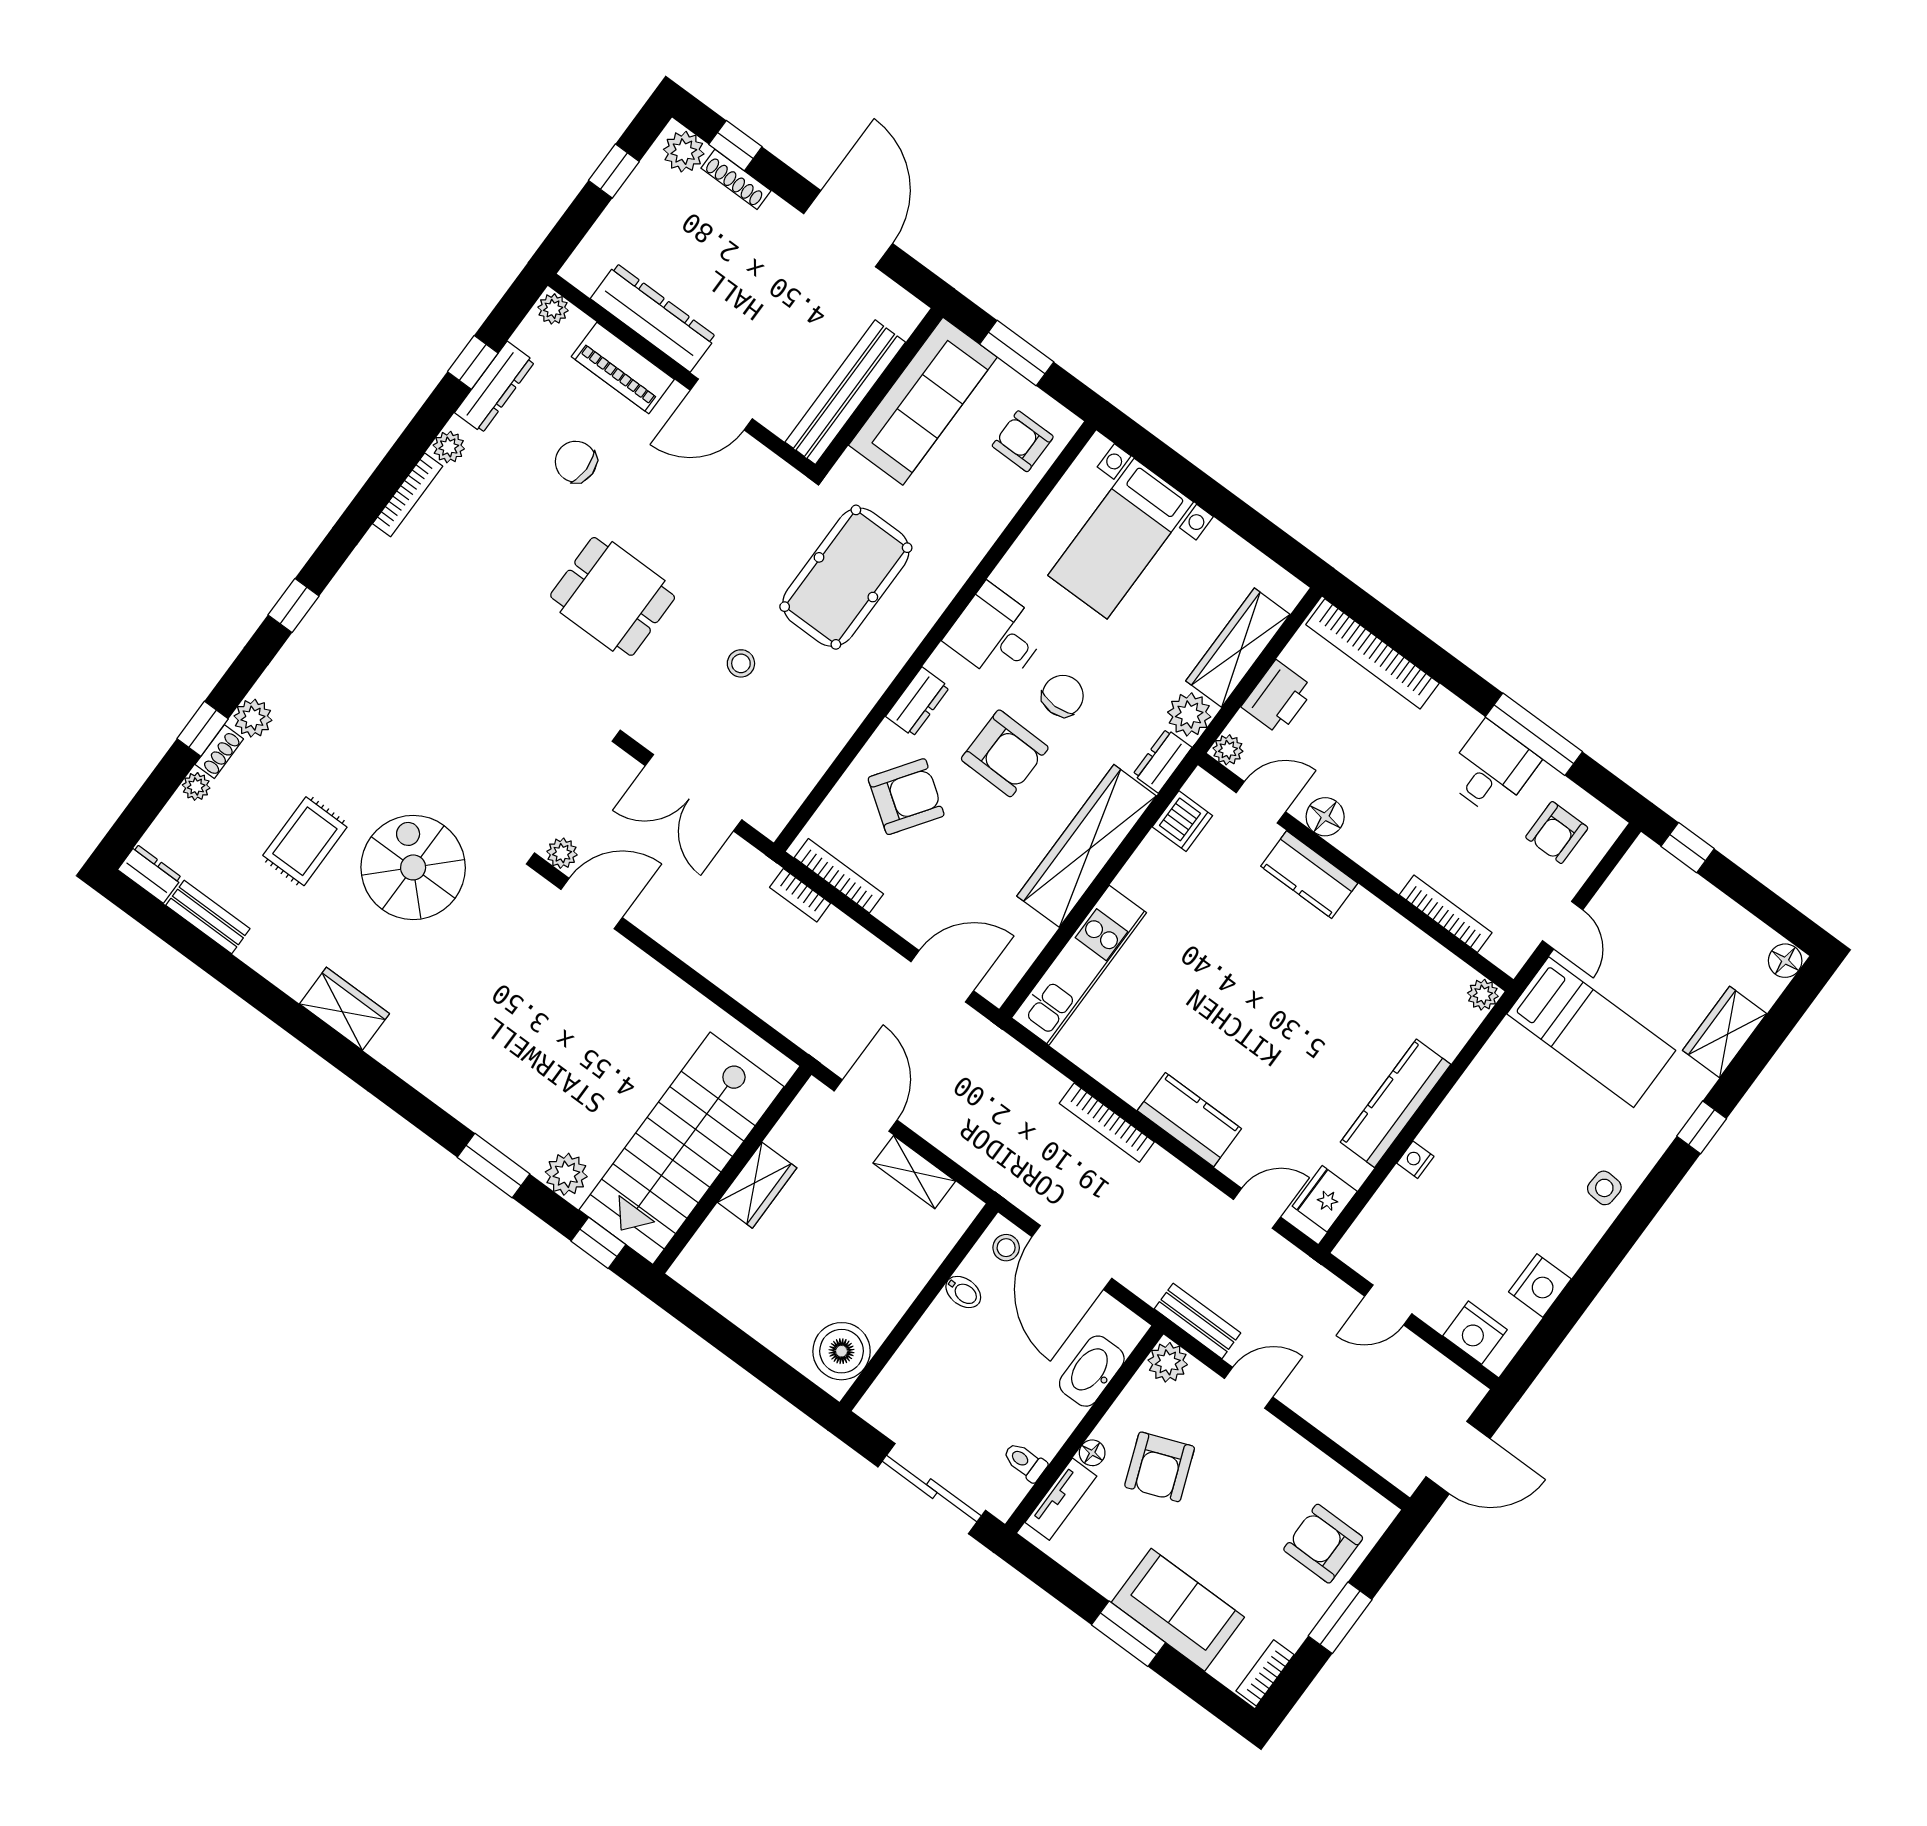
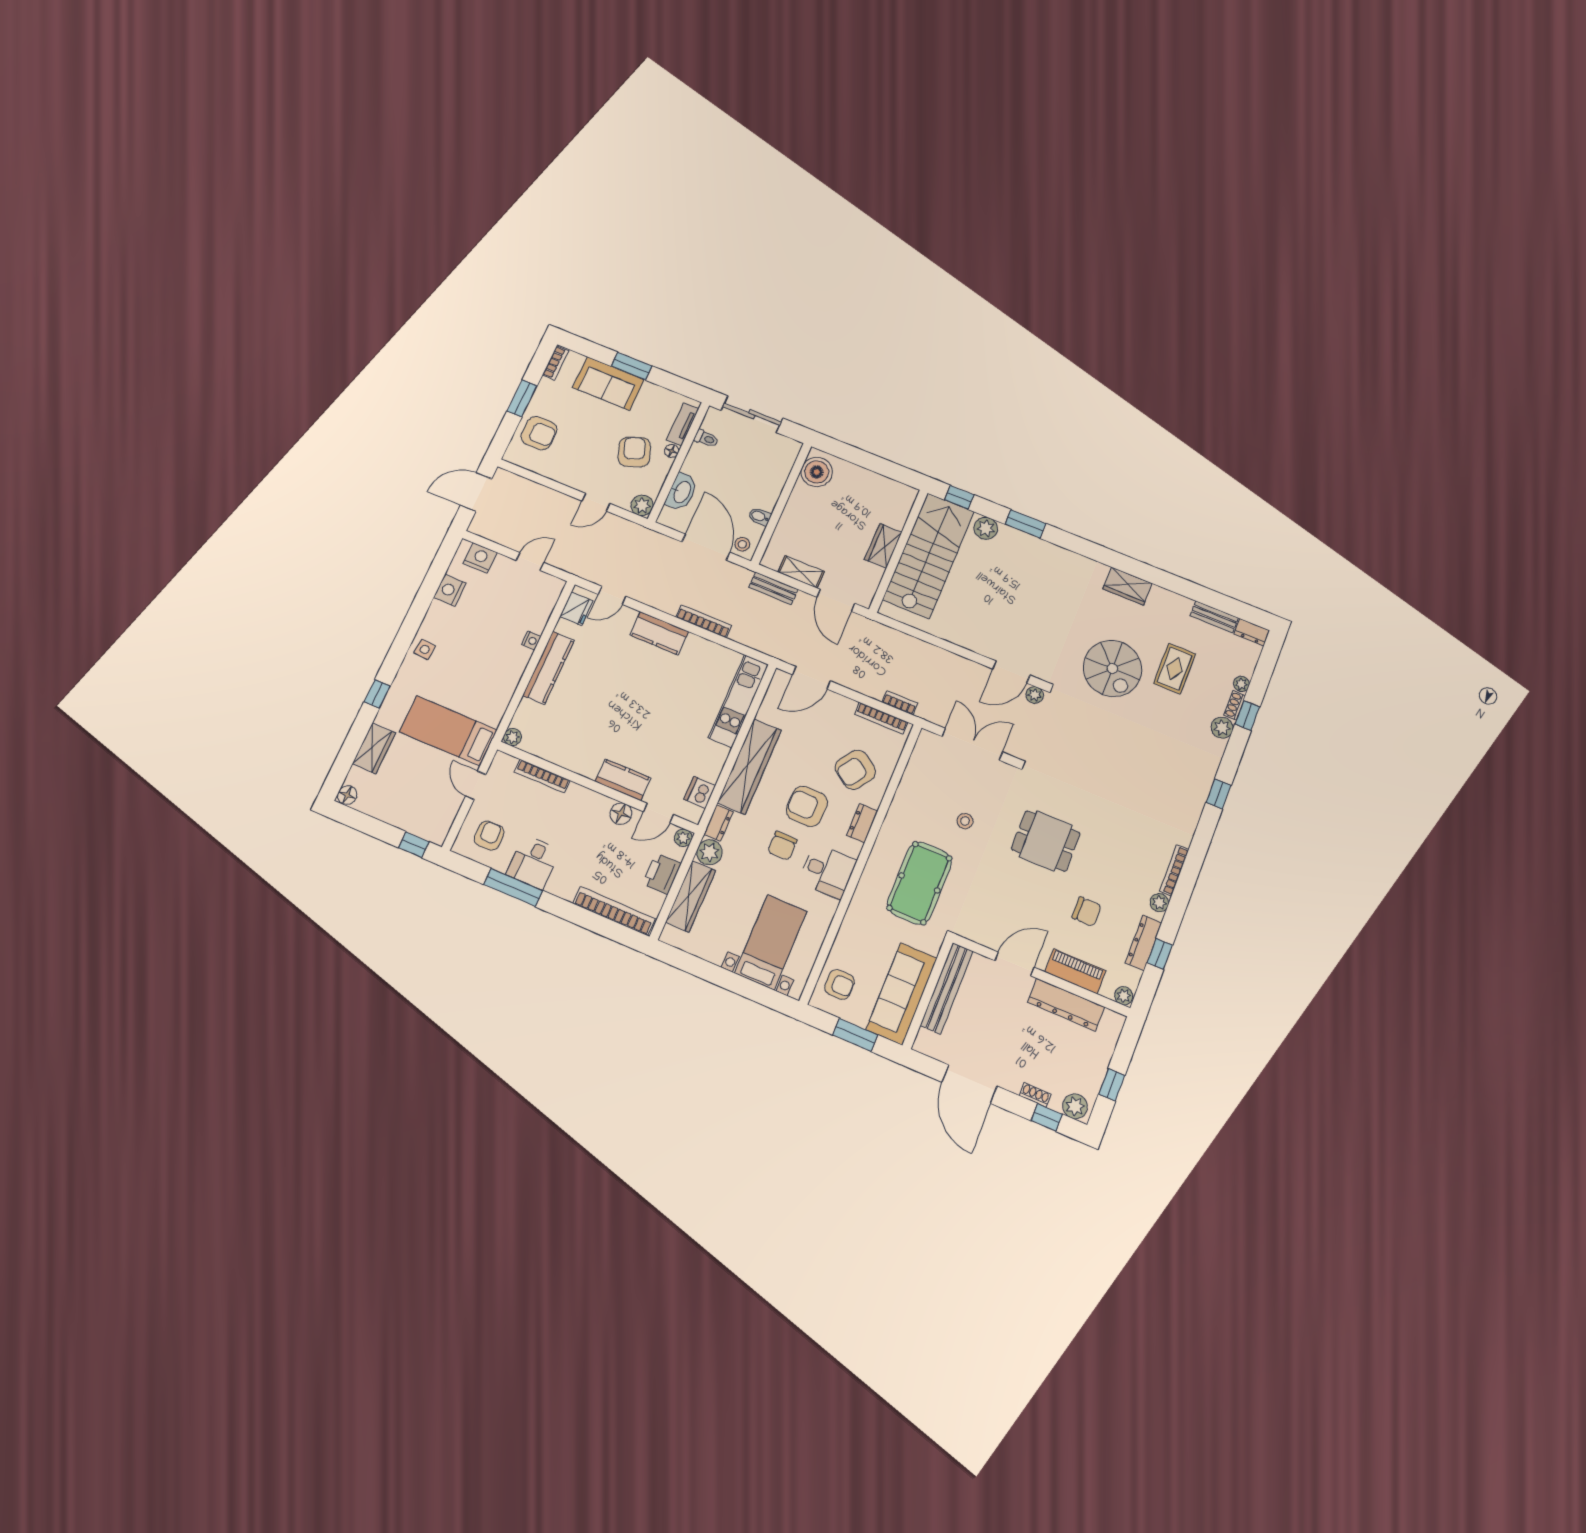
shoe rack: (736, 179) -> (1035, 1095), width x0.70
bench: (1197, 1321) -> (773, 588), moved

